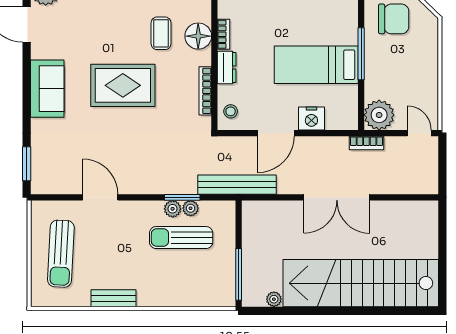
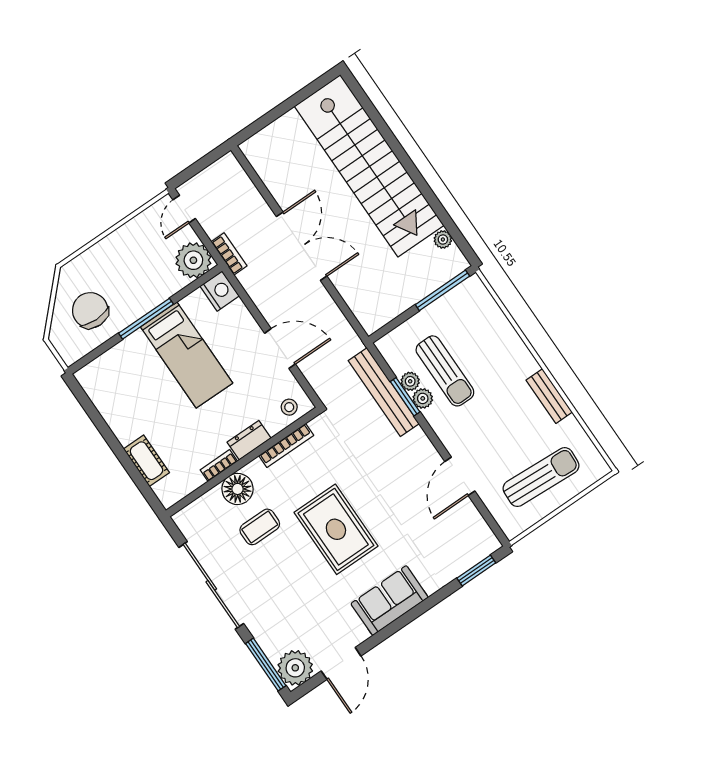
nightstand: (311, 119) -> (220, 291), moved
bench: (237, 185) -> (384, 392), moved

